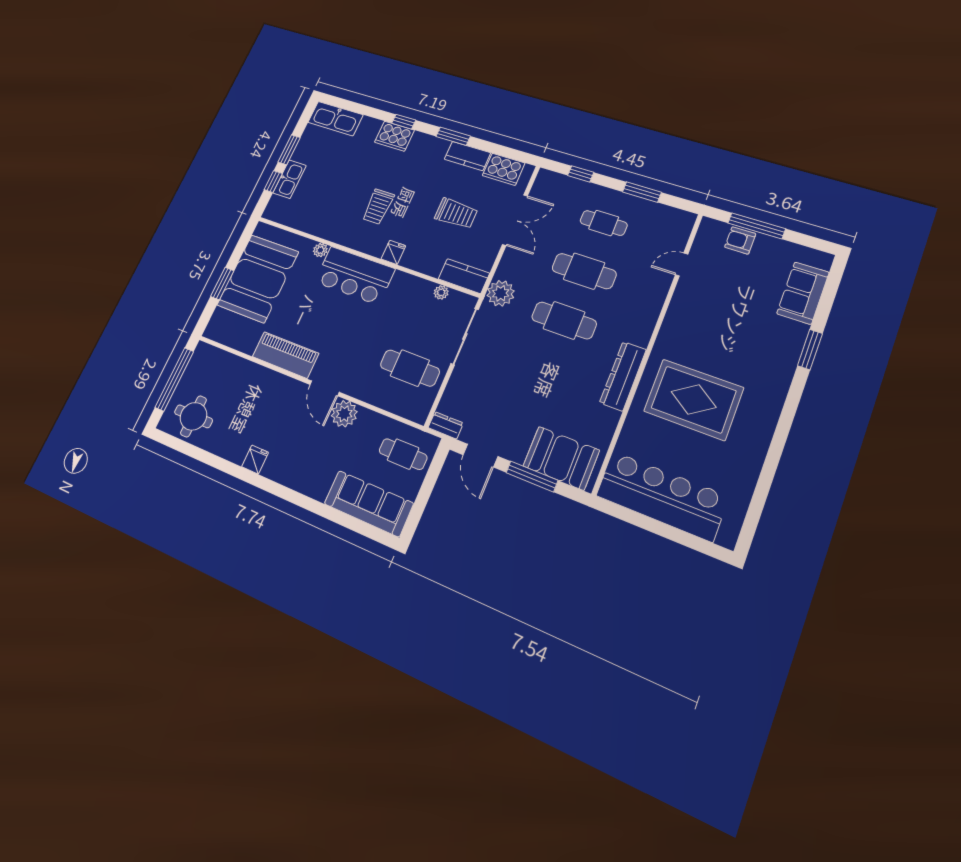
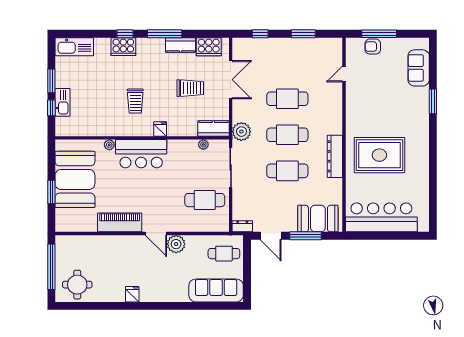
window: (453, 136) -> (165, 34), width x1.44
cafe table: (604, 223) -> (287, 171), moved, width x1.37, depth x1.35

